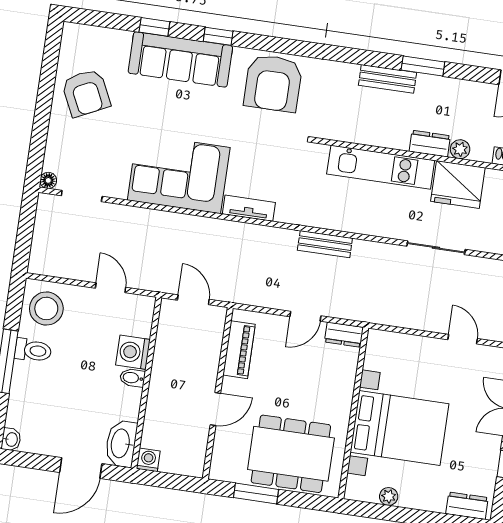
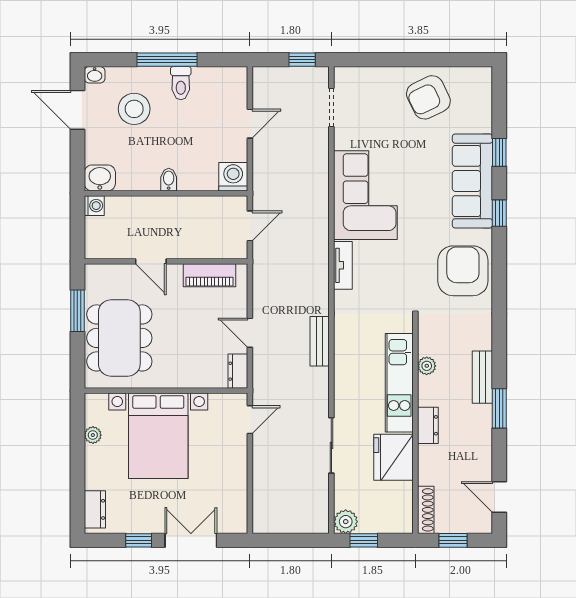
armchair: (273, 83) -> (463, 271), turned 90
plant: (460, 149) -> (427, 366), moved
floor lamp: (48, 180) -> (342, 74), removed
window: (27, 219) -> (302, 60), added
door: (111, 288) -> (250, 124), moved
stool: (46, 308) -> (134, 109), moved
door: (463, 339) -> (250, 420), moved
washing machine: (133, 352) -> (233, 177), moved
washbasin: (121, 444) -> (100, 178), width x0.72
door: (81, 468) -> (77, 110), moved

